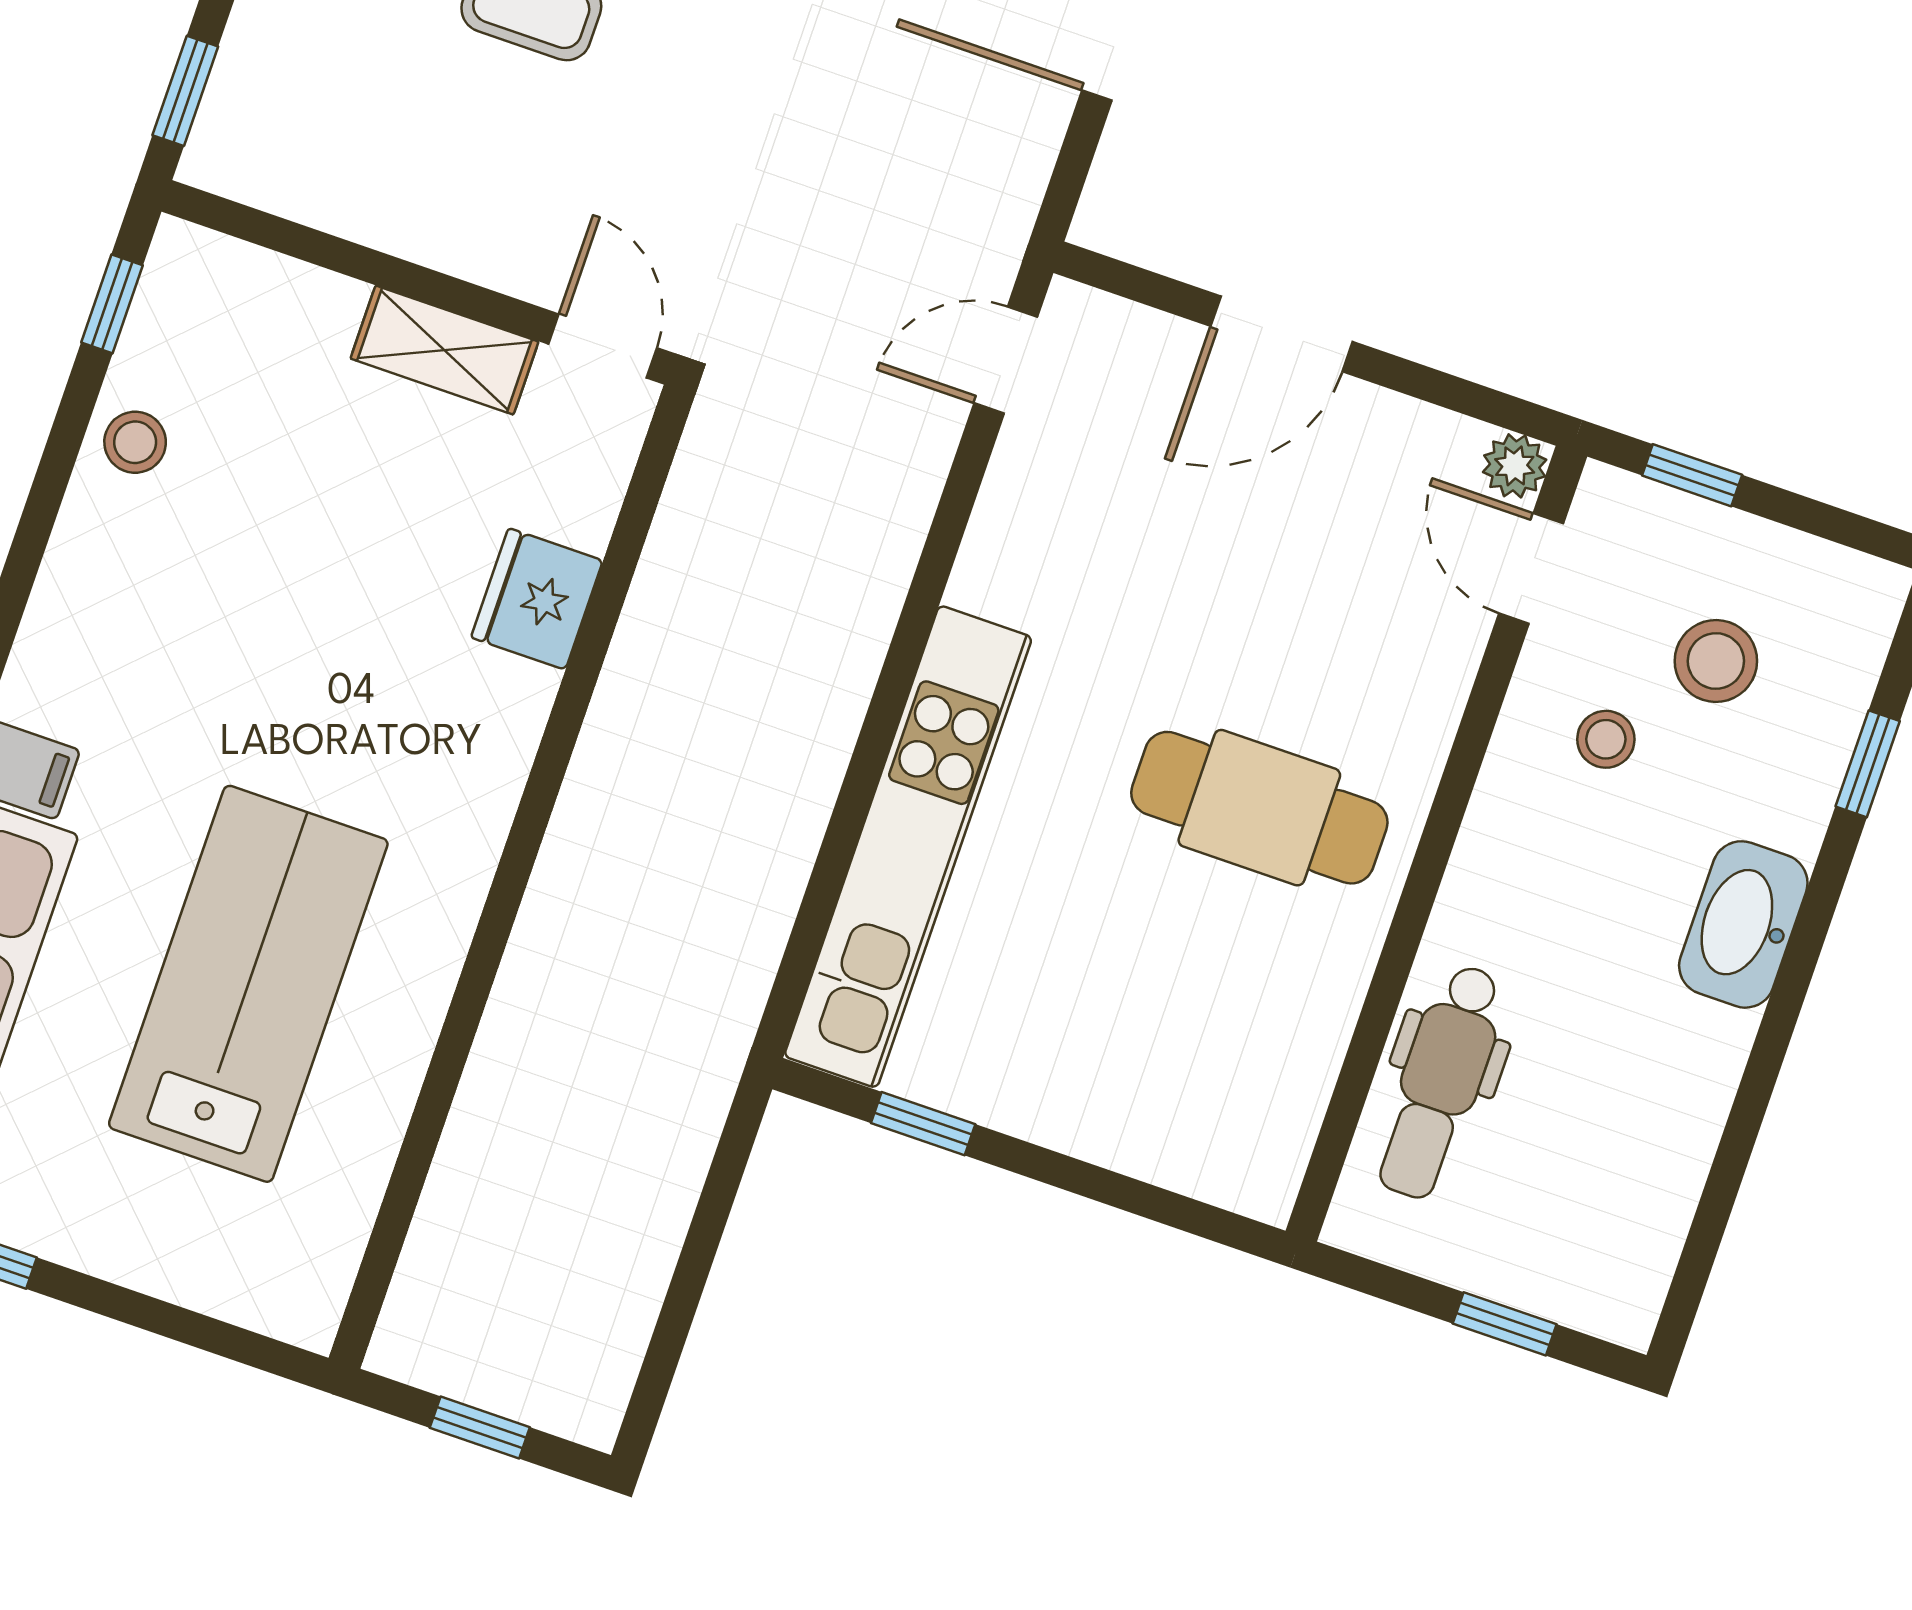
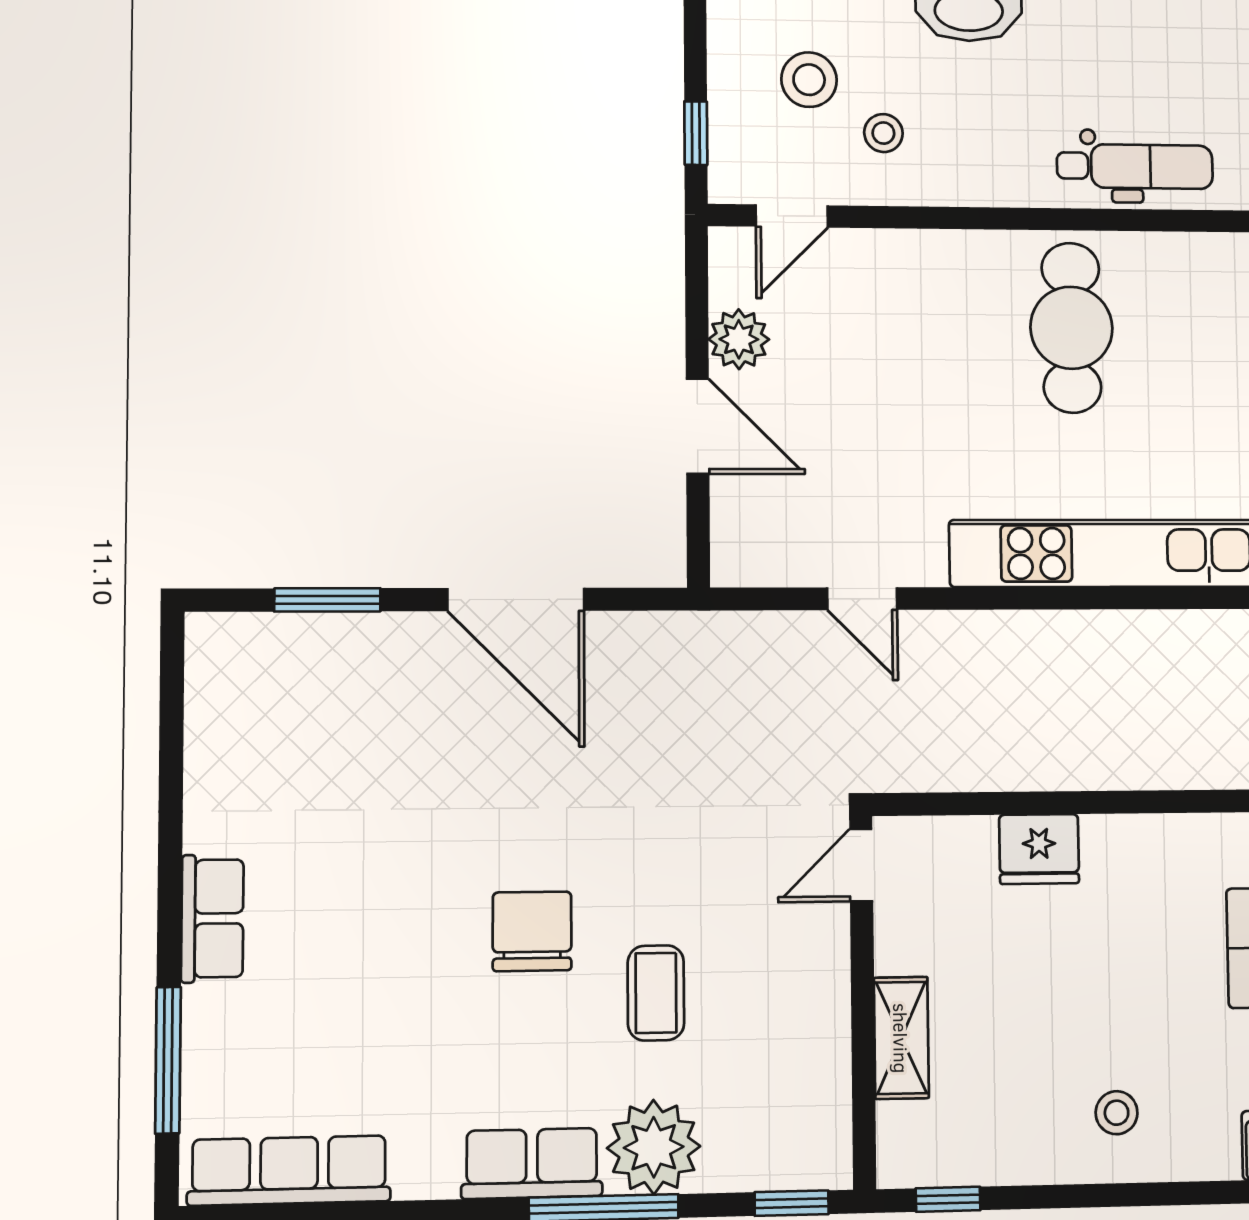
shelving: (444, 350) -> (901, 1038), moved
door: (1006, 360) -> (862, 599), moved
stool: (135, 442) -> (1117, 1113), moved
plant: (1515, 466) -> (739, 339), moved, width x1.38, depth x1.38
cafe table: (1259, 808) -> (1071, 328), moved

